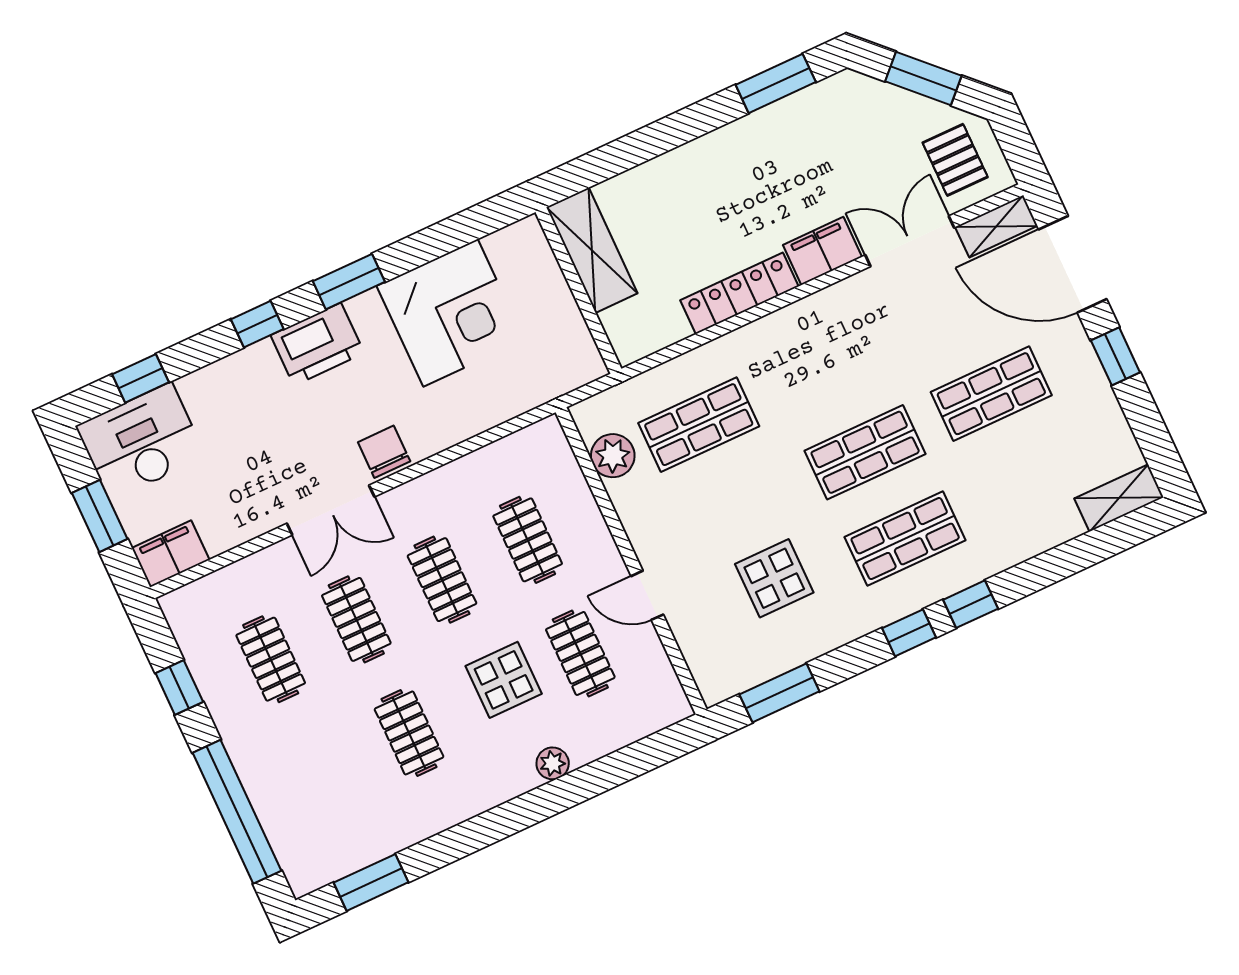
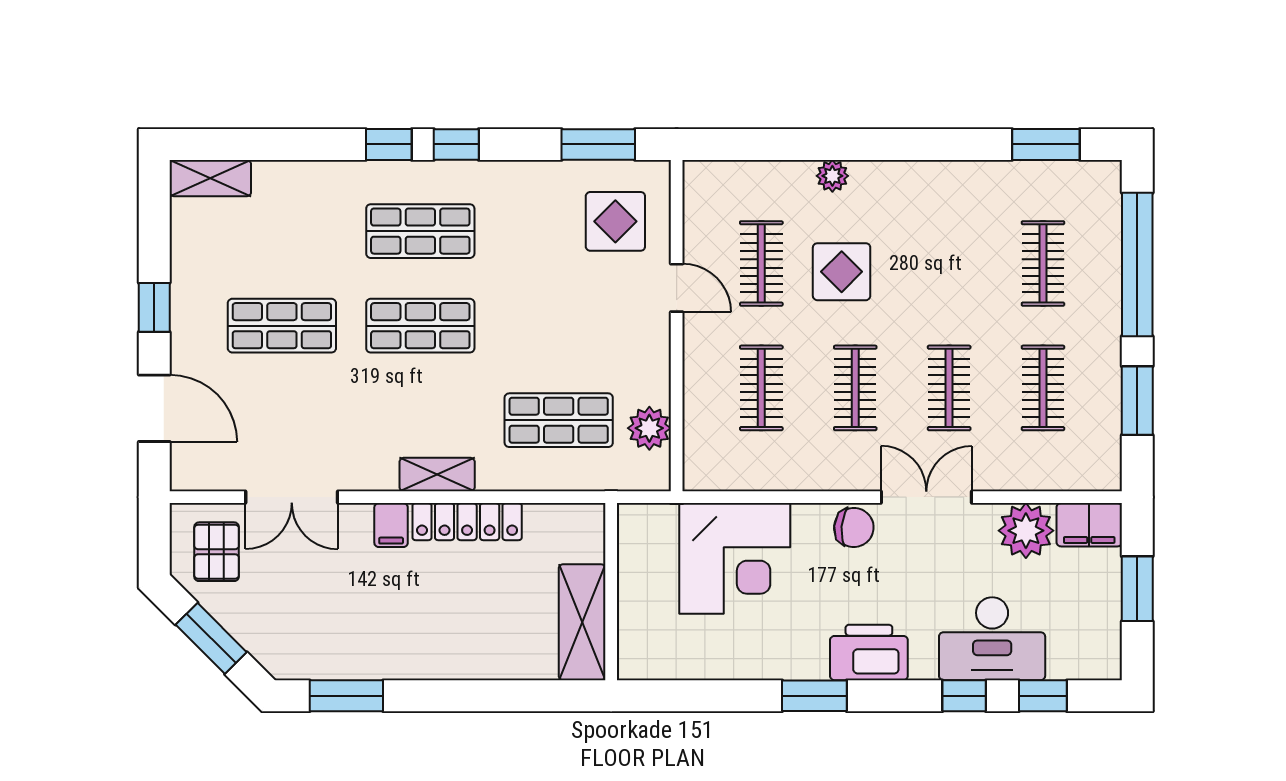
shelving: (996, 226) -> (437, 475), moved
filing cabinet: (822, 251) -> (391, 525), width x0.50
door: (1073, 264) -> (154, 408), width x0.73
corner desk: (450, 313) -> (735, 558), moved, turned 180
window: (257, 324) -> (964, 696), moved
desk: (141, 441) -> (992, 639), moved
chair: (384, 452) -> (854, 527), turned -85
plant: (226, 522) -> (1026, 531), added
display table: (774, 578) -> (615, 221), moved
window: (179, 688) -> (1137, 401), width x1.50
clothes rail: (409, 733) -> (1043, 263), moved

